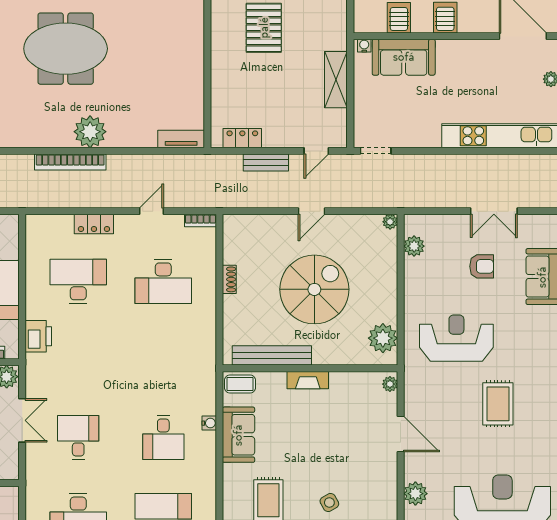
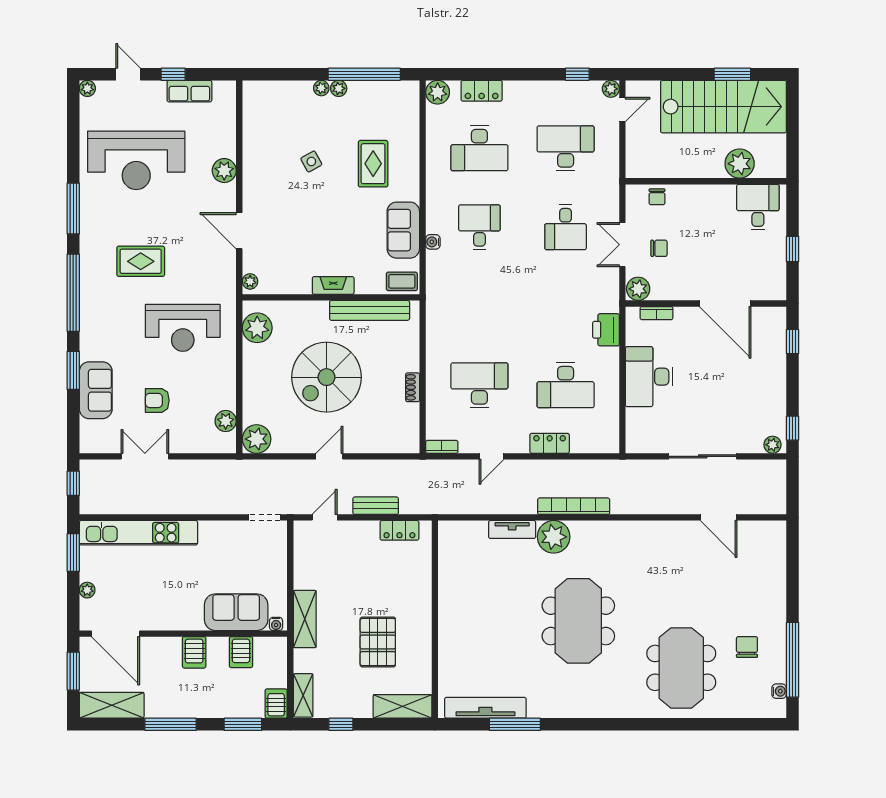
meeting table: (66, 49) -> (578, 621), turned 90
shelving: (336, 80) -> (305, 619), moved
tv unit: (181, 139) -> (512, 529), moved
plant: (390, 222) -> (257, 439), width x1.87, depth x1.87
rug: (498, 404) -> (141, 261), turned 90

